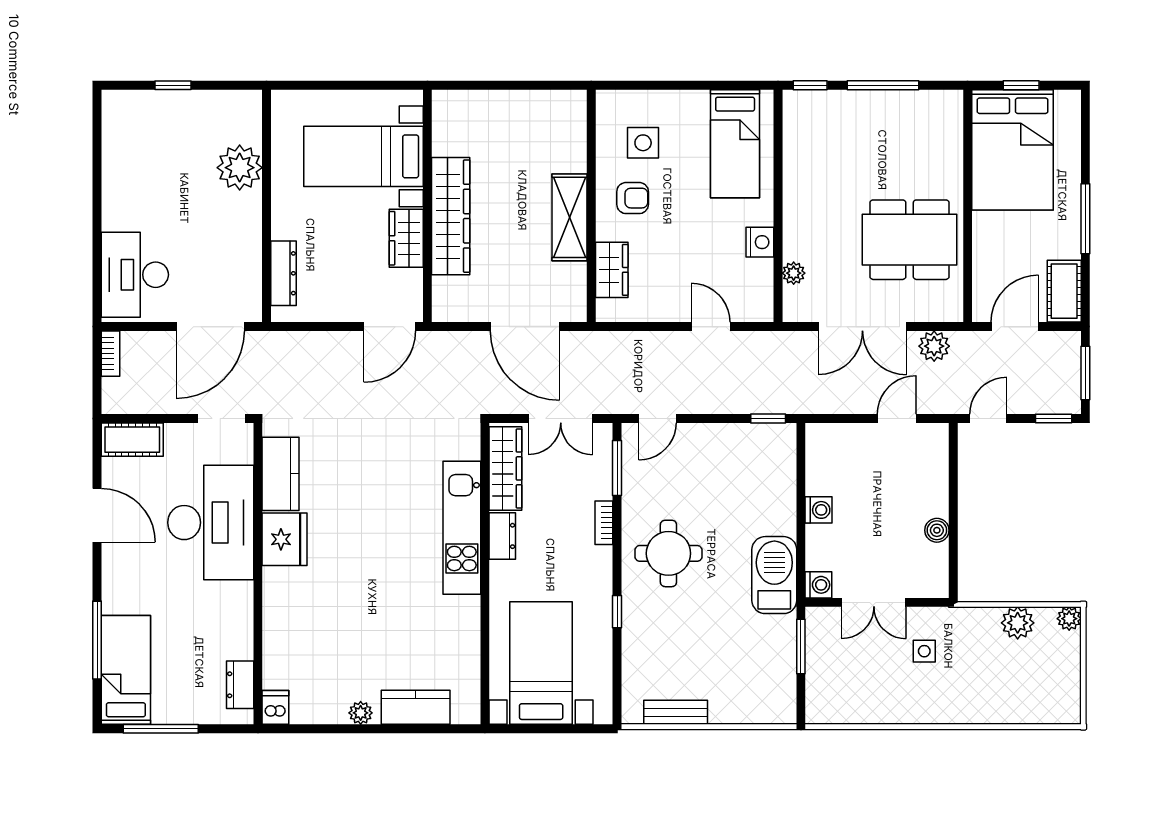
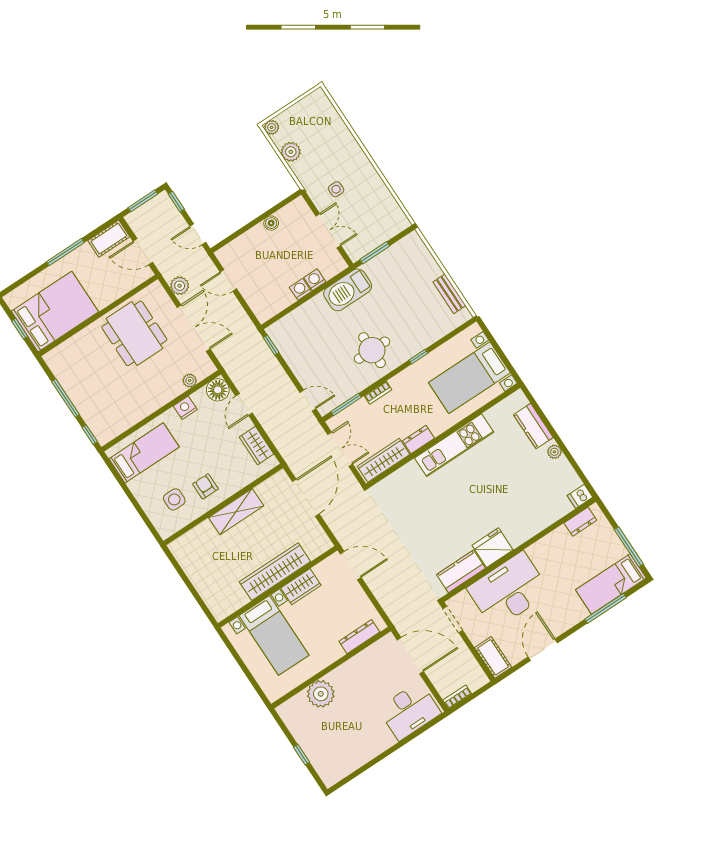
wardrobe: (612, 270) -> (257, 446), moved, turned -90
floor lamp: (755, 304) -> (218, 390), added
kitchen unit: (462, 528) -> (454, 445), moved
washing machine: (818, 585) -> (315, 280), moved

